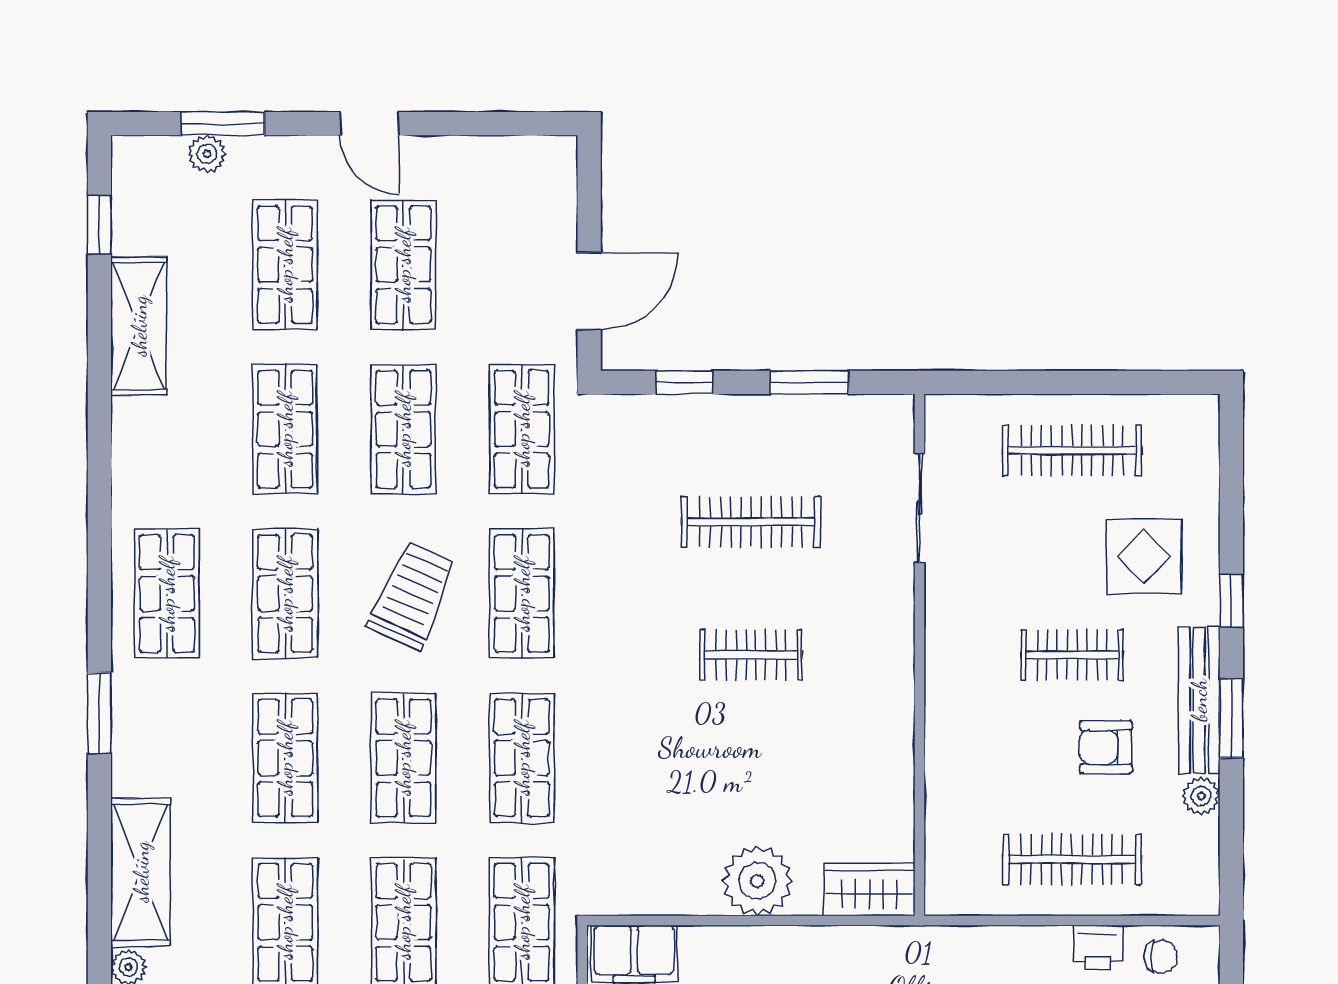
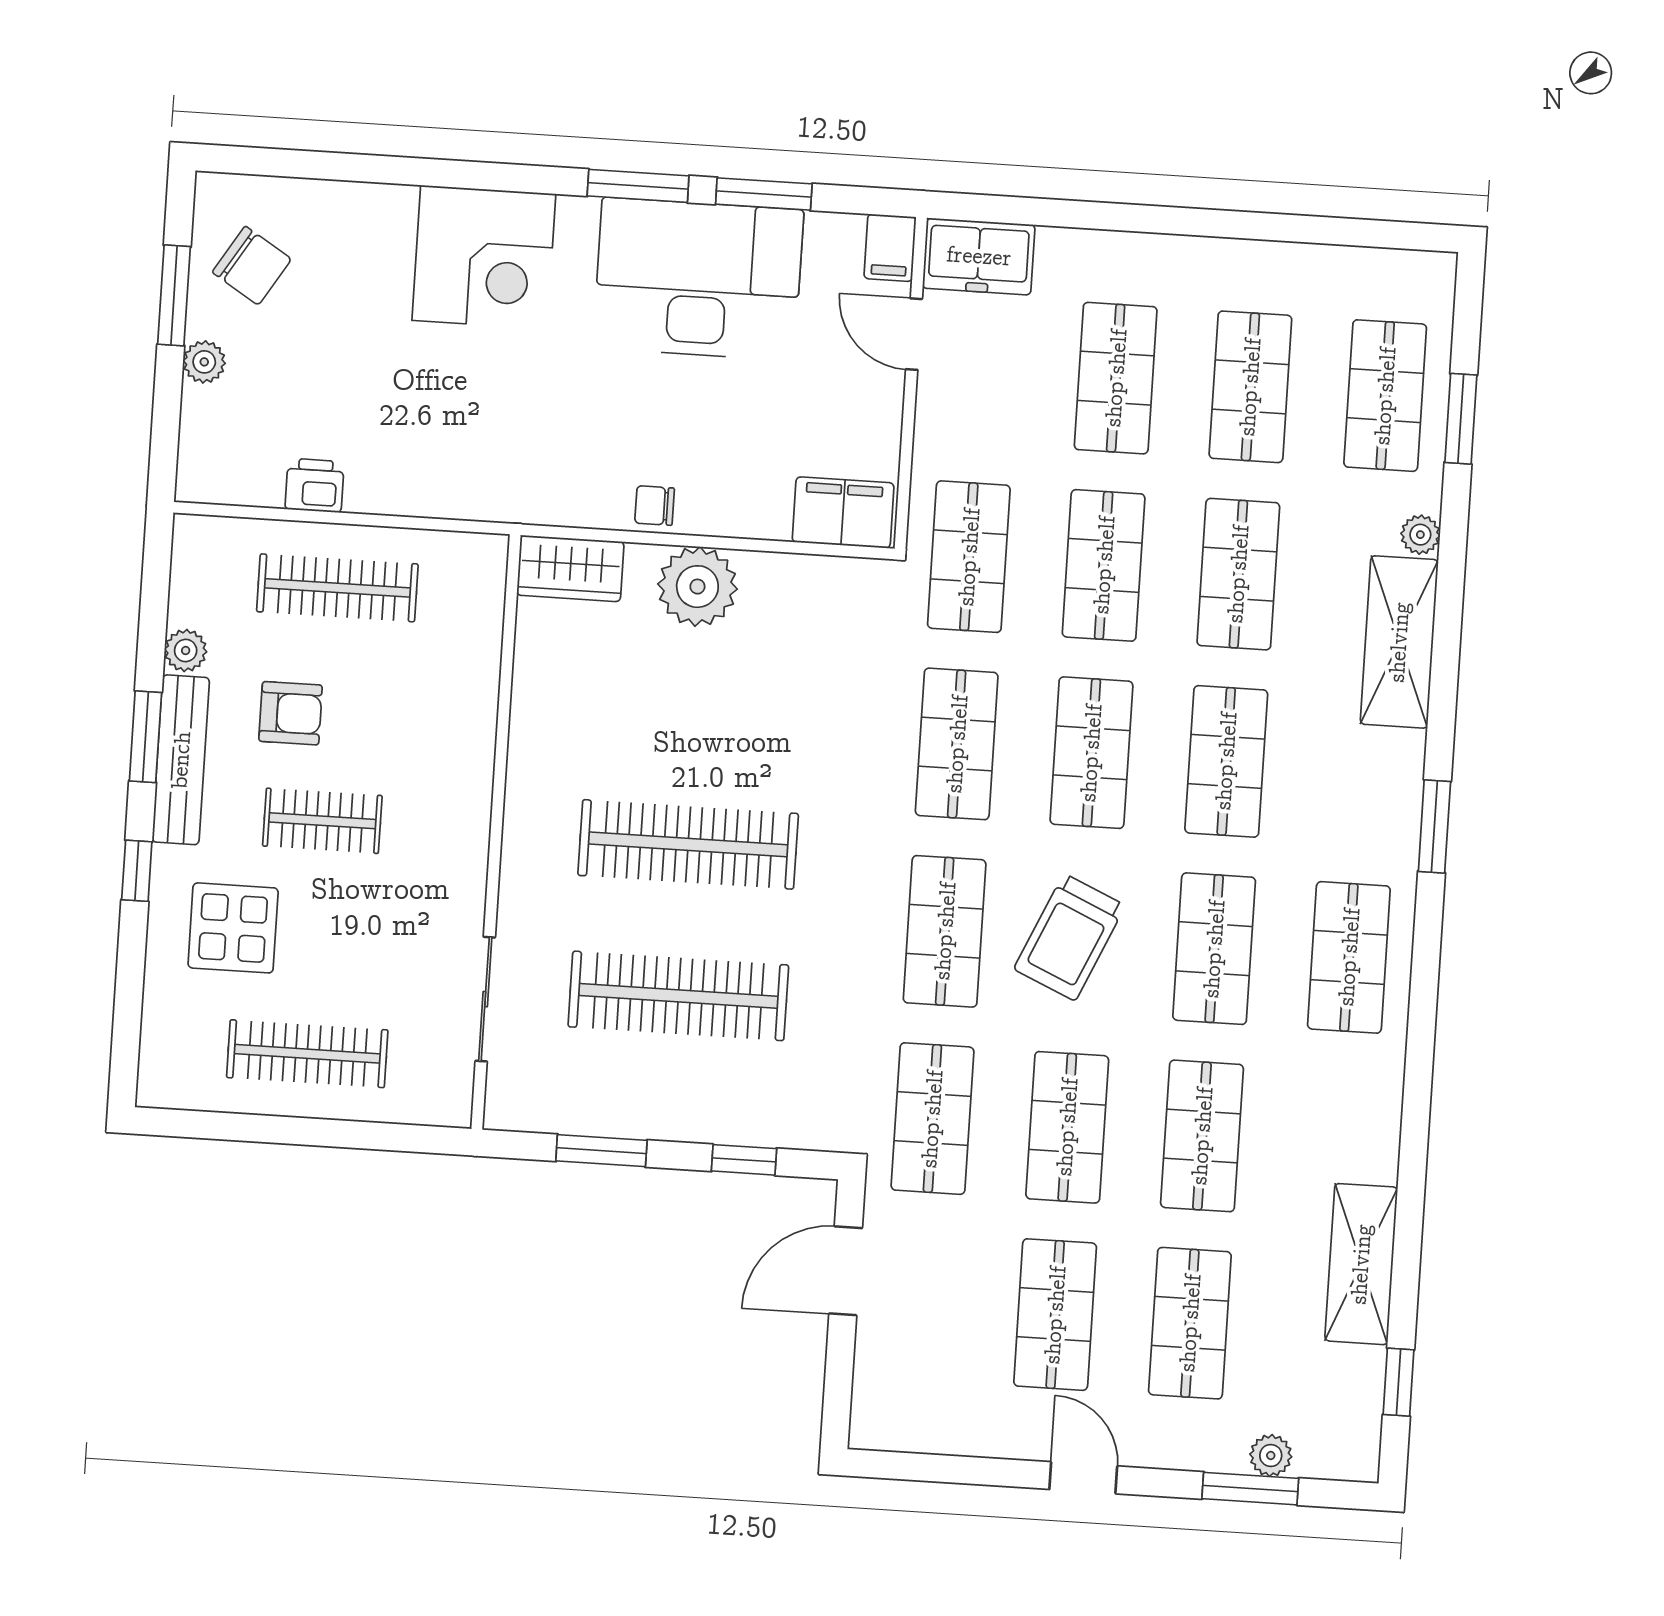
clothes rail: (751, 522) -> (678, 996), width x1.37, depth x1.31
clothes rail: (751, 655) -> (688, 844), width x1.86, depth x1.31
chair: (1161, 957) -> (655, 506), moved

